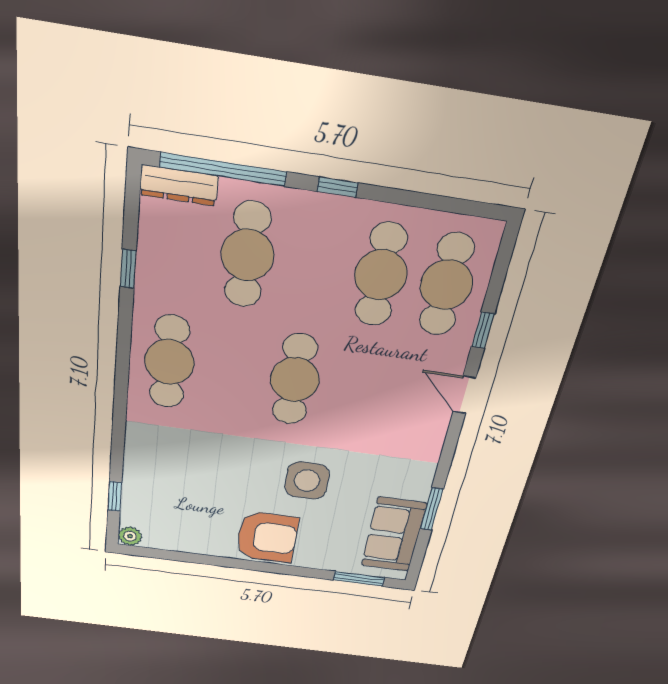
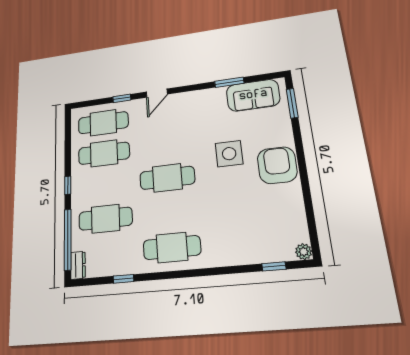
dresser: (179, 185) -> (78, 265), width x0.70

